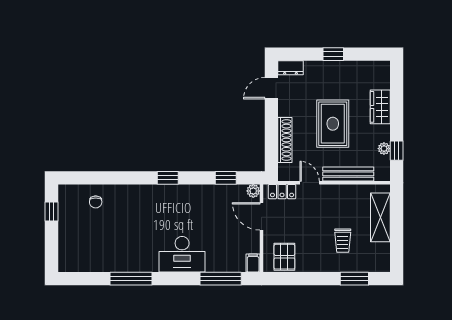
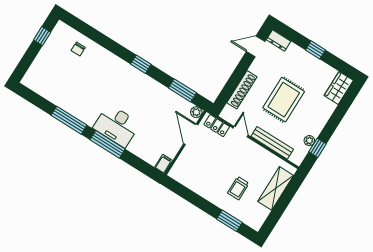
wardrobe: (380, 107) -> (339, 88), moved
window: (226, 178) -> (182, 90), width x1.50
pallet: (284, 257) -> (189, 173), removed
window: (221, 279) -> (108, 144), moved

